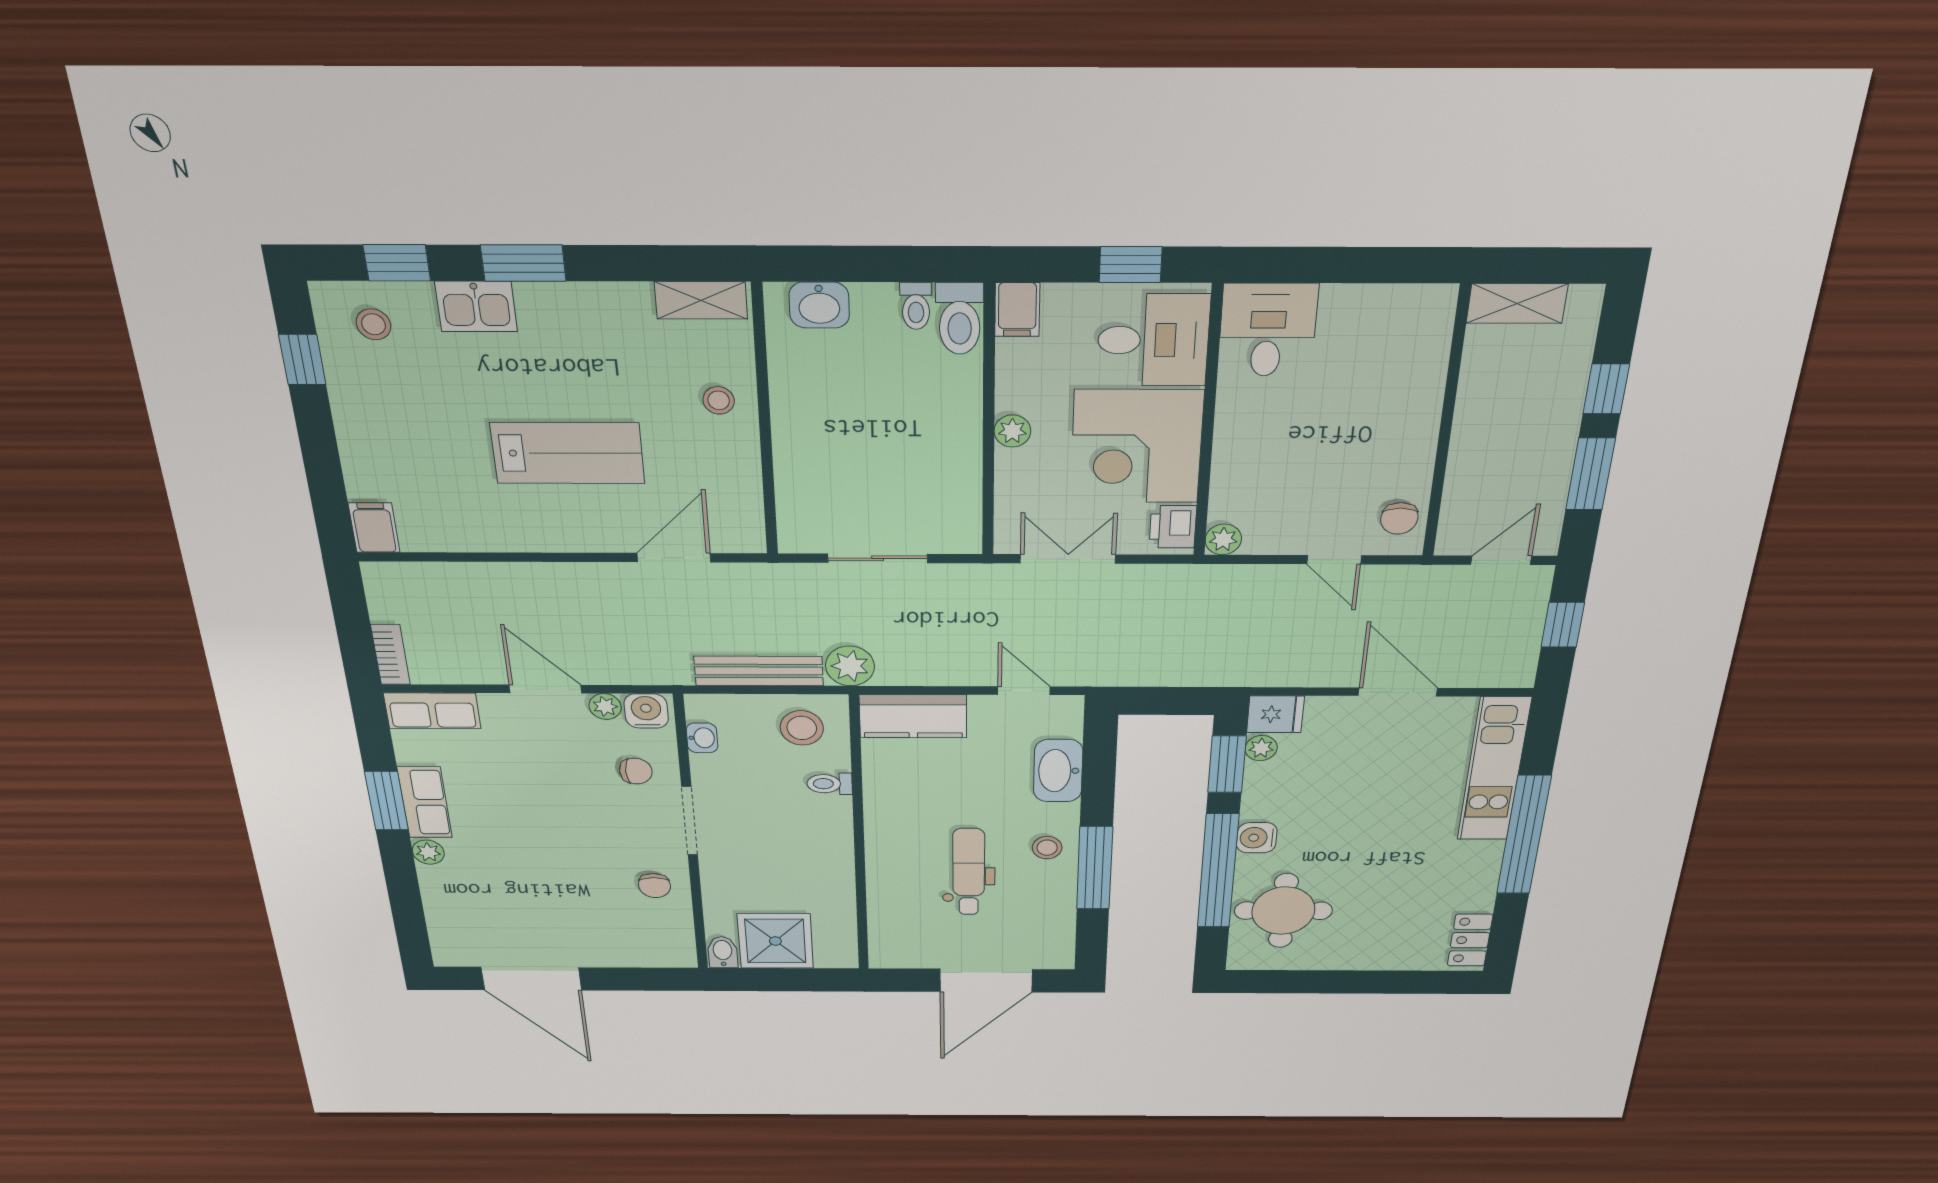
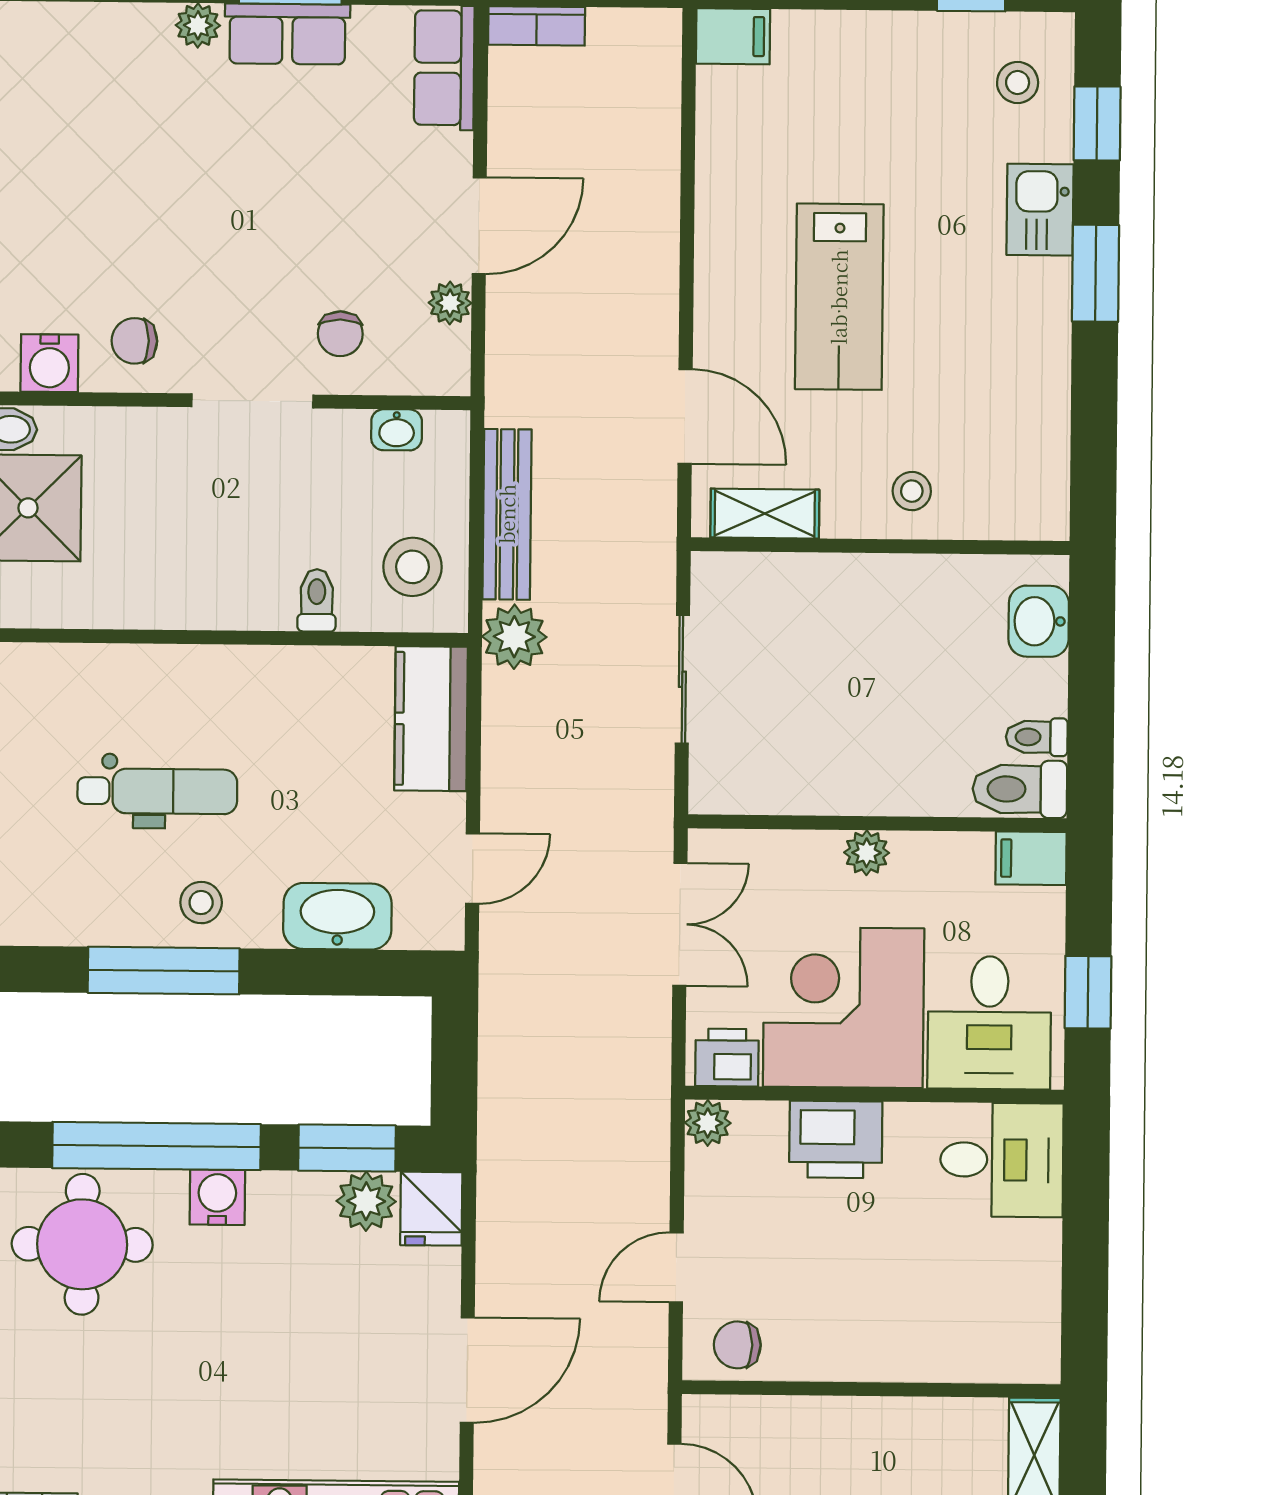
shelving: (701, 300) -> (765, 514), moved, turned 90
printer: (1242, 451) -> (836, 1139), added
water cooler: (646, 711) -> (49, 363), moved, turned 90
plant: (1261, 748) -> (366, 1201), width x1.38, depth x1.38

